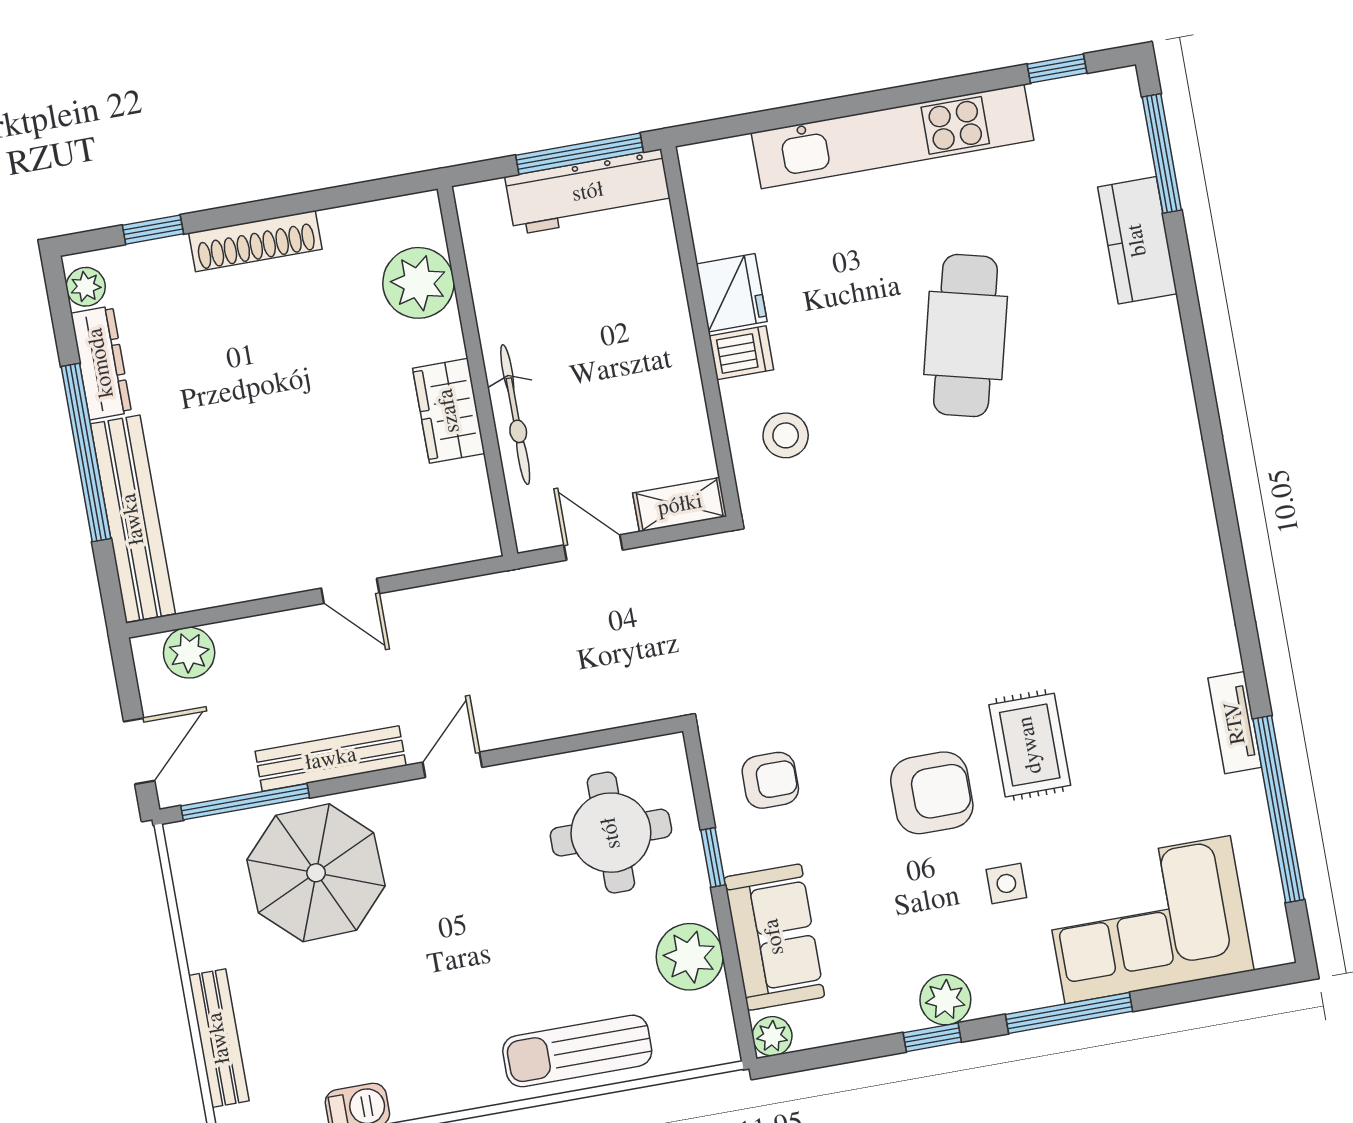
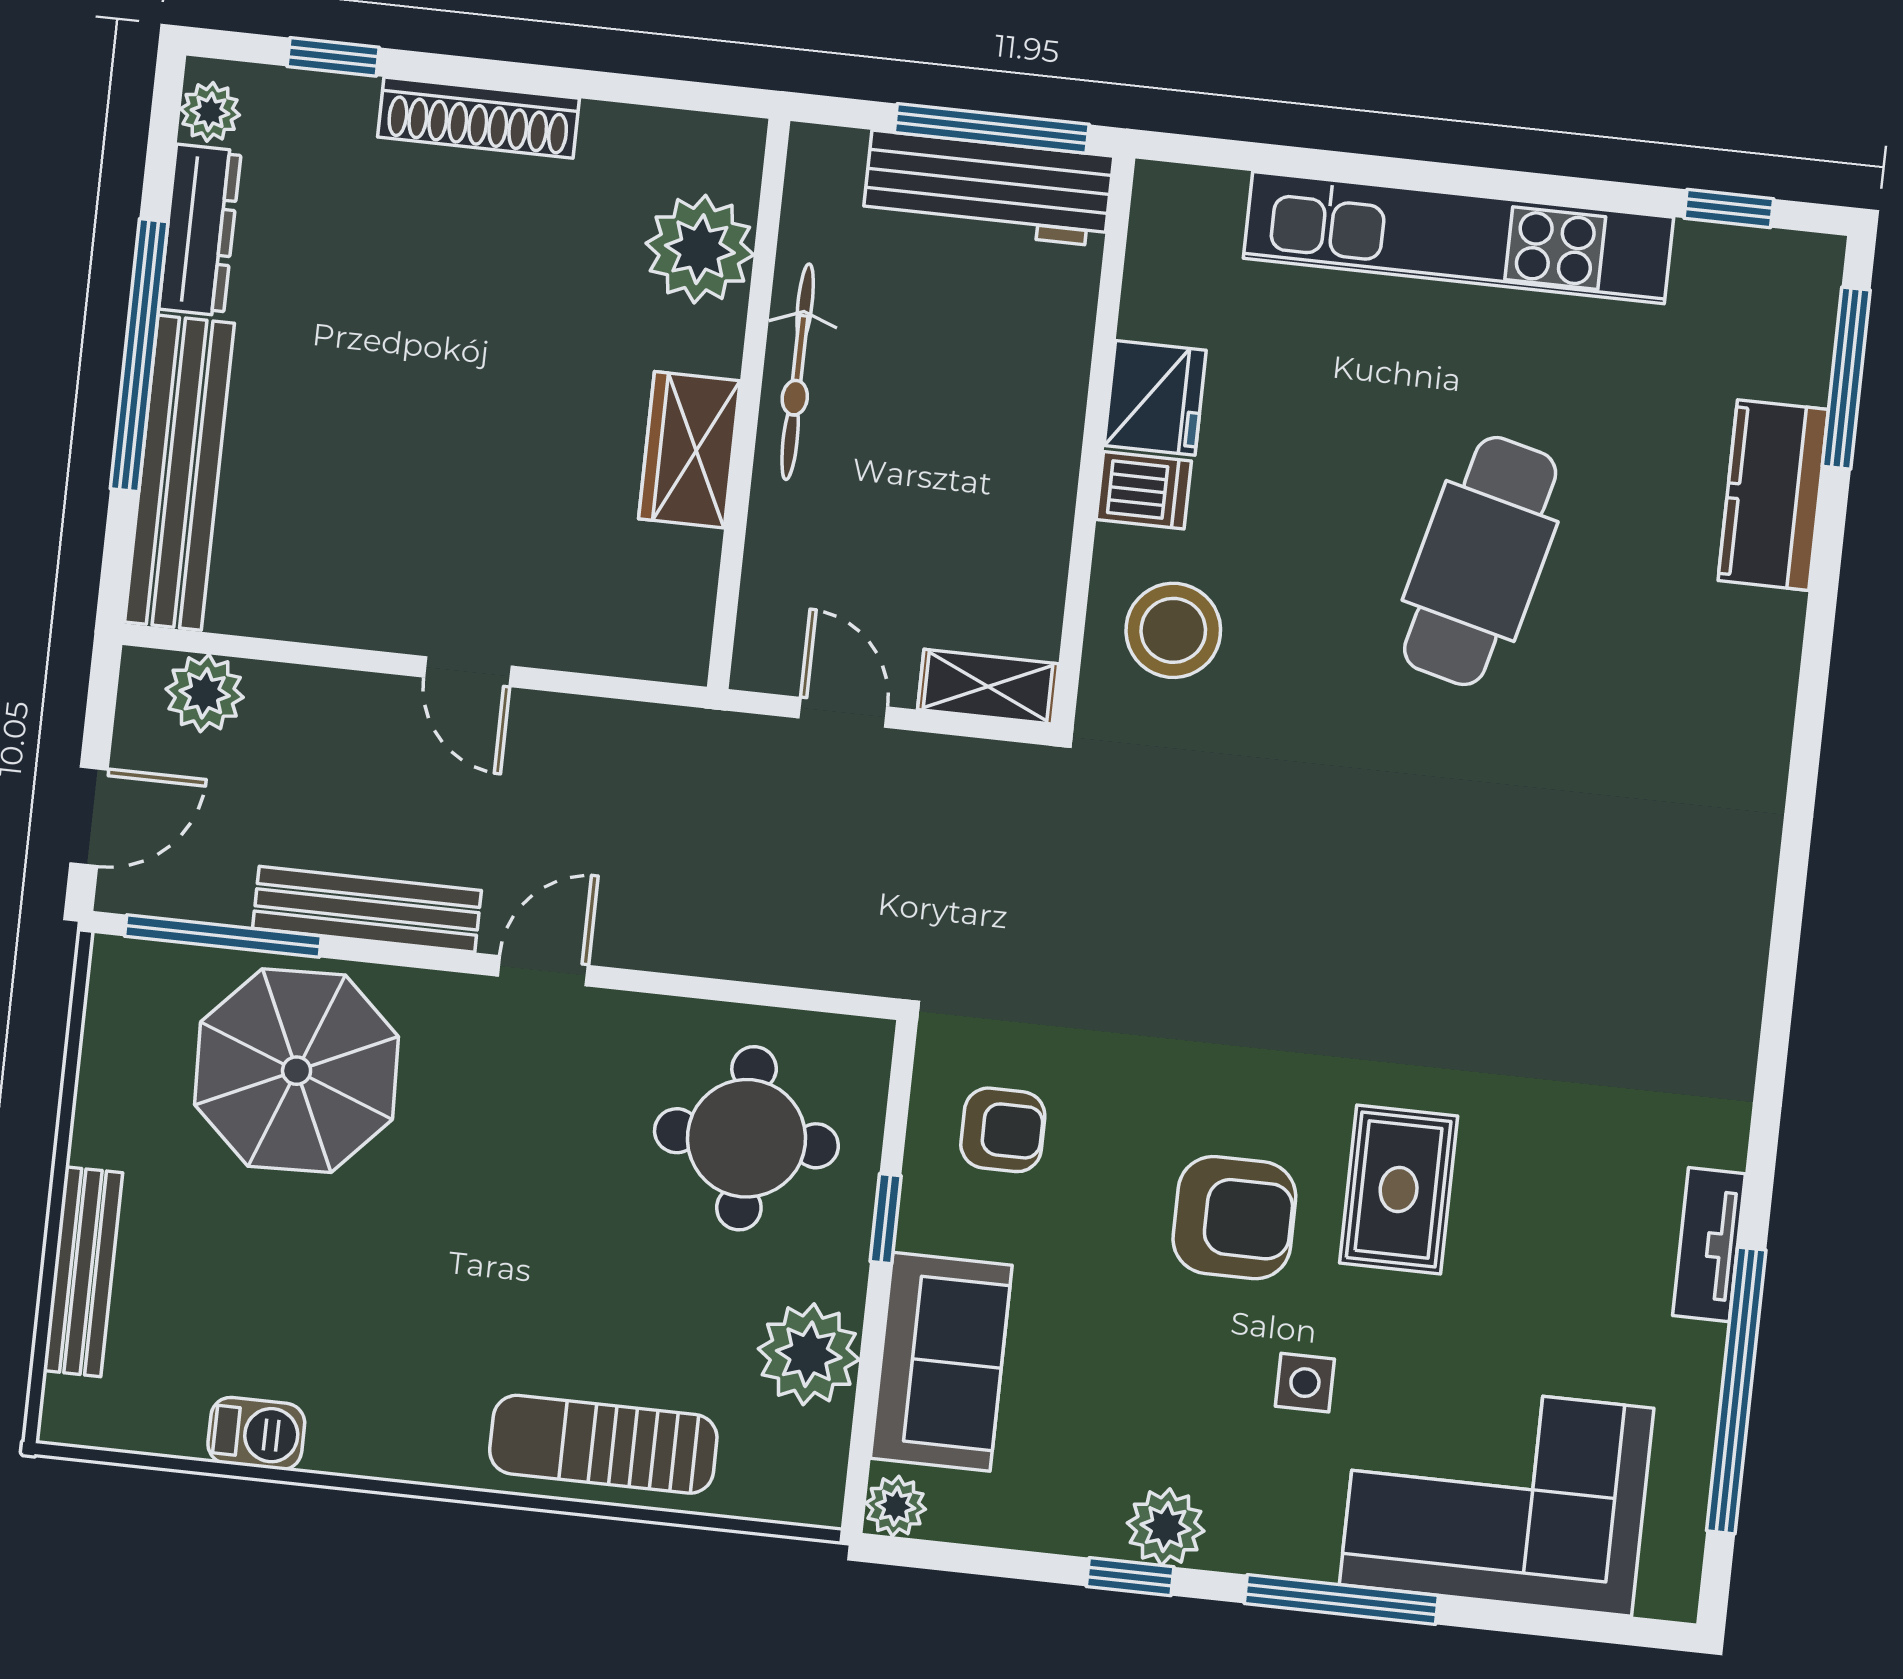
bicycle: (515, 415) -> (798, 372), moved
stool: (786, 435) -> (1173, 630), width x1.38, depth x1.38

